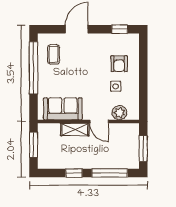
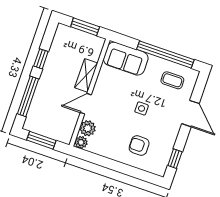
side table: (116, 86) -> (142, 108), moved
sofa: (63, 109) -> (126, 59), moved, turned 90
plant: (134, 114) -> (81, 142), added

